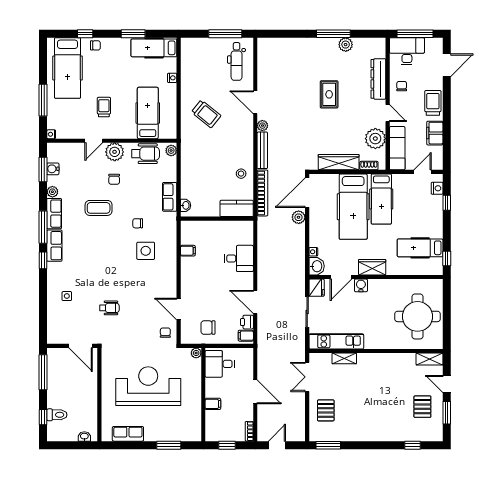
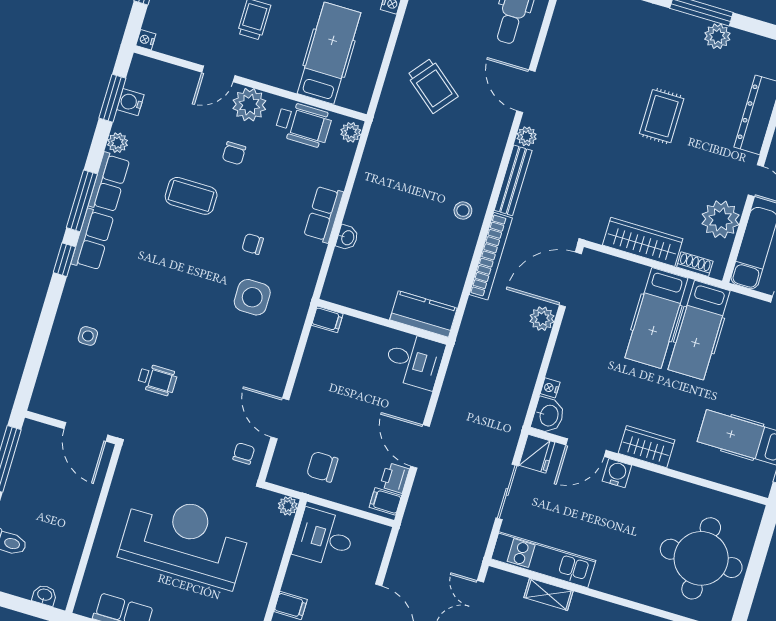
hospital bed: (353, 207) -> (656, 318), width x0.73, depth x0.78
kitchen counter: (237, 208) -> (423, 314), moved
wall: (217, 219) -> (383, 322), moved

